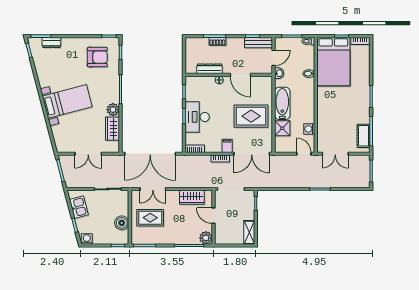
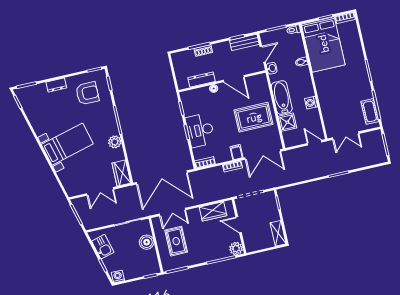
dresser: (51, 42) -> (56, 85), moved
wardrobe: (113, 129) -> (121, 173), moved
washing machine: (309, 129) -> (311, 103), moved
rug: (150, 218) -> (176, 241), turned 90
boiler: (122, 223) -> (147, 242), moved

